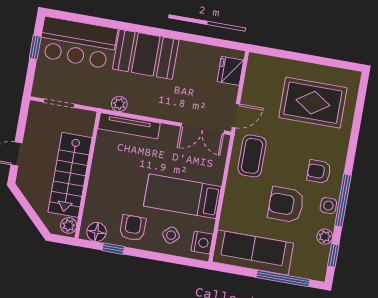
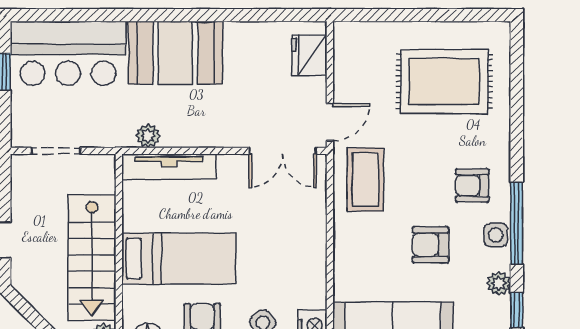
bed: (182, 196) -> (179, 259), moved, turned 180
armchair: (286, 205) -> (431, 245), width x0.72, depth x0.72

